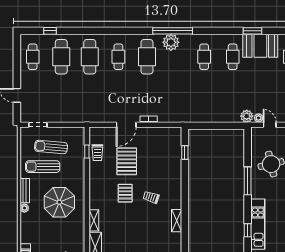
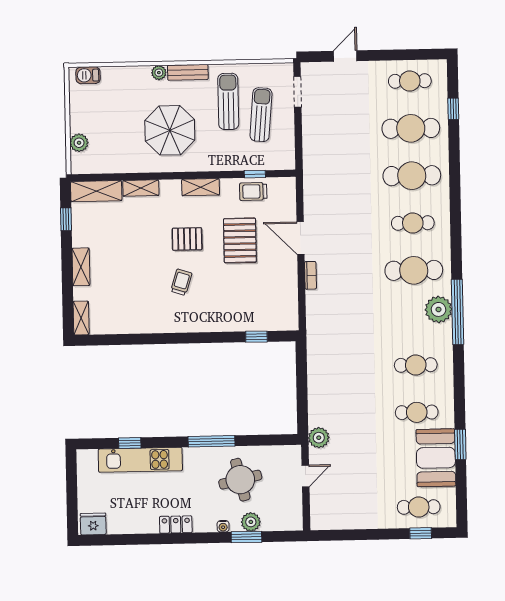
plant: (259, 118) -> (316, 457), removed
pallet: (127, 161) -> (240, 240), turned 90
shelving: (177, 221) -> (201, 187), moved

